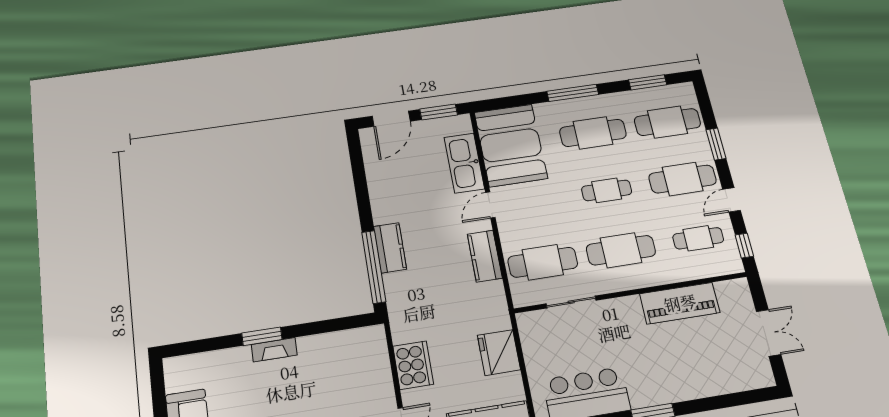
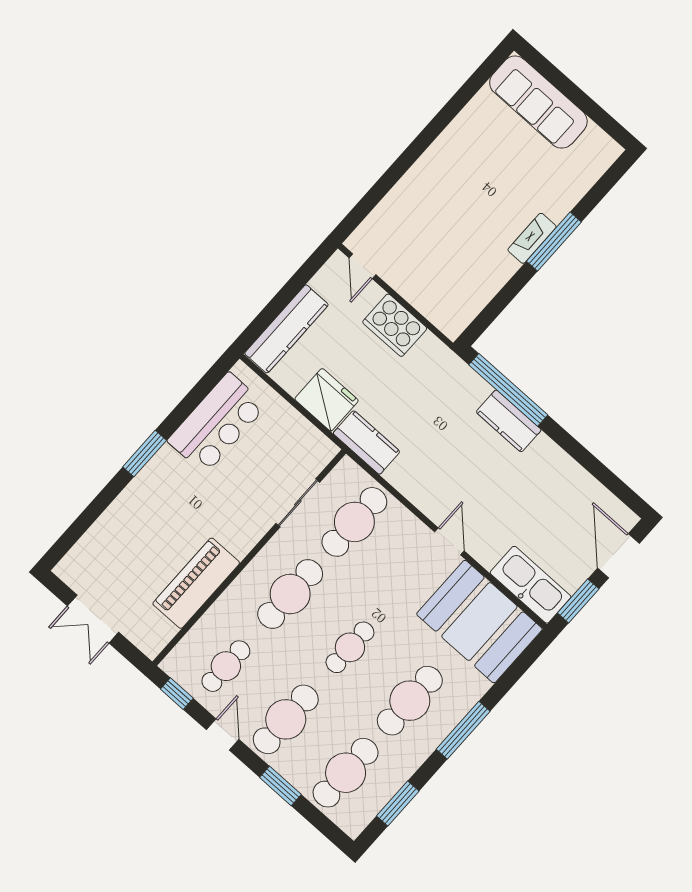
kitchen sink: (464, 163) -> (531, 585), moved
kitchen counter: (485, 256) -> (366, 442), moved
window: (262, 336) -> (554, 242), width x1.44

